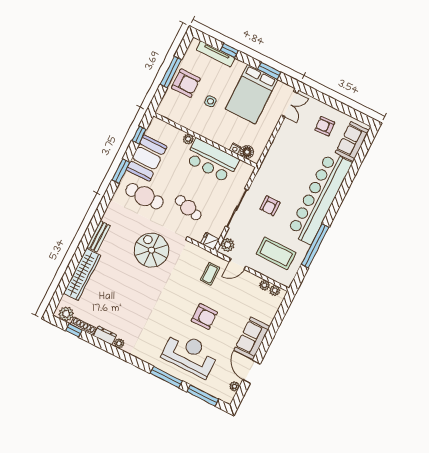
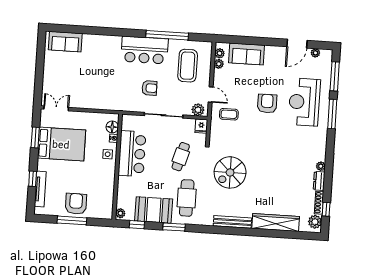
side table: (210, 101) -> (108, 154), moved
armchair: (325, 126) -> (62, 70), removed
plant: (188, 139) -> (120, 213), moved
bar counter: (320, 198) -> (144, 50), width x0.54
bench: (99, 236) -> (232, 222), width x1.36
sofa: (252, 338) -> (247, 54), moved

